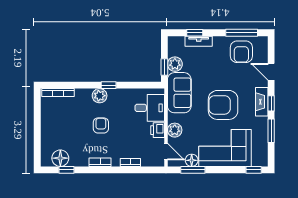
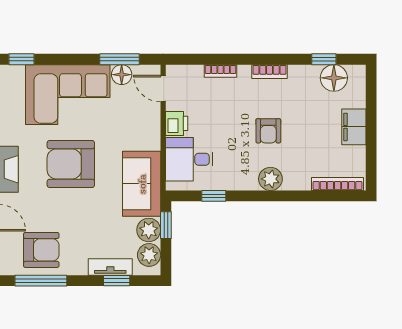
armchair: (241, 52) -> (41, 250), turned 90
window: (109, 85) -> (214, 196), moved
armchair: (223, 105) -> (71, 164), turned 180
filing cabinet: (48, 128) -> (354, 127), added
plant: (175, 130) -> (149, 255), moved

